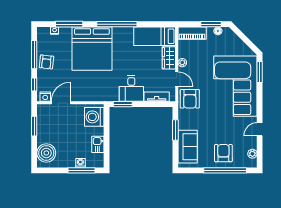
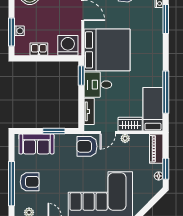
window: (117, 24) -> (166, 92), moved
bed: (92, 49) -> (107, 50), moved, turned 180

